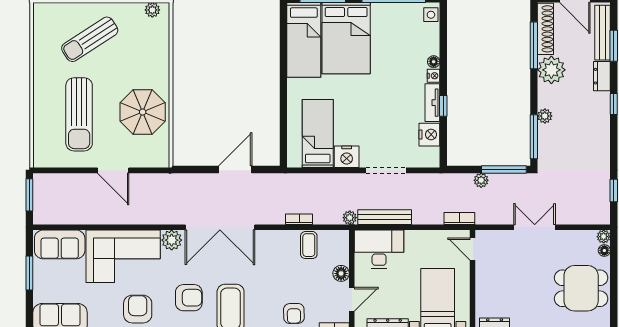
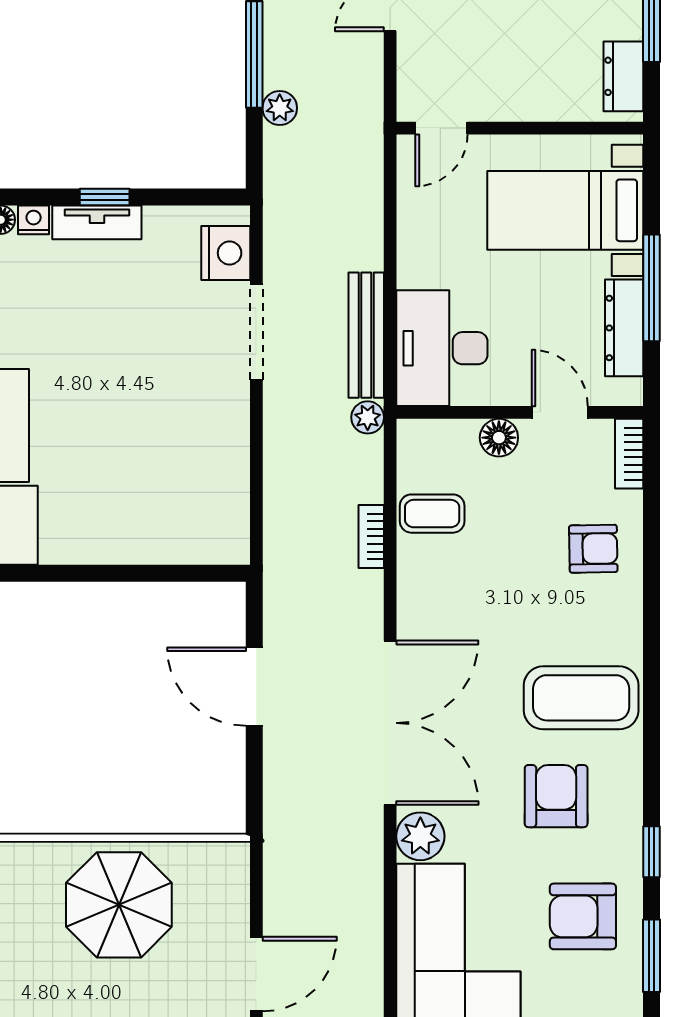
bed: (318, 134) -> (170, 493), removed
nightstand: (429, 135) -> (226, 253), moved, turned 90
nightstand: (347, 157) -> (224, 425), removed
bookcase: (459, 218) -> (370, 159), removed

